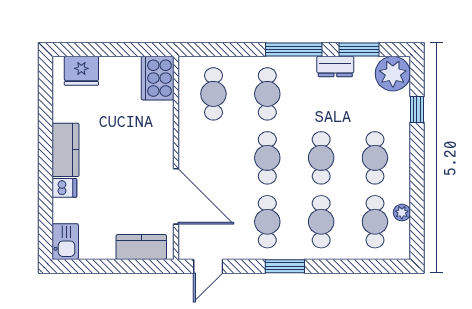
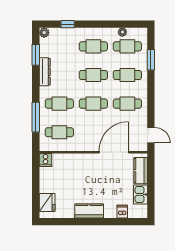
window: (294, 50) -> (36, 117), moved
dresser: (335, 66) -> (45, 72), width x1.44
plant: (393, 74) -> (44, 33), width x0.53, depth x0.53
cooker: (158, 78) -> (45, 160), width x0.53, depth x0.76
dishwasher: (64, 188) -> (122, 212), moved
kitchen sink: (65, 242) -> (140, 194), moved, turned -90
window: (285, 266) -> (151, 60), moved

